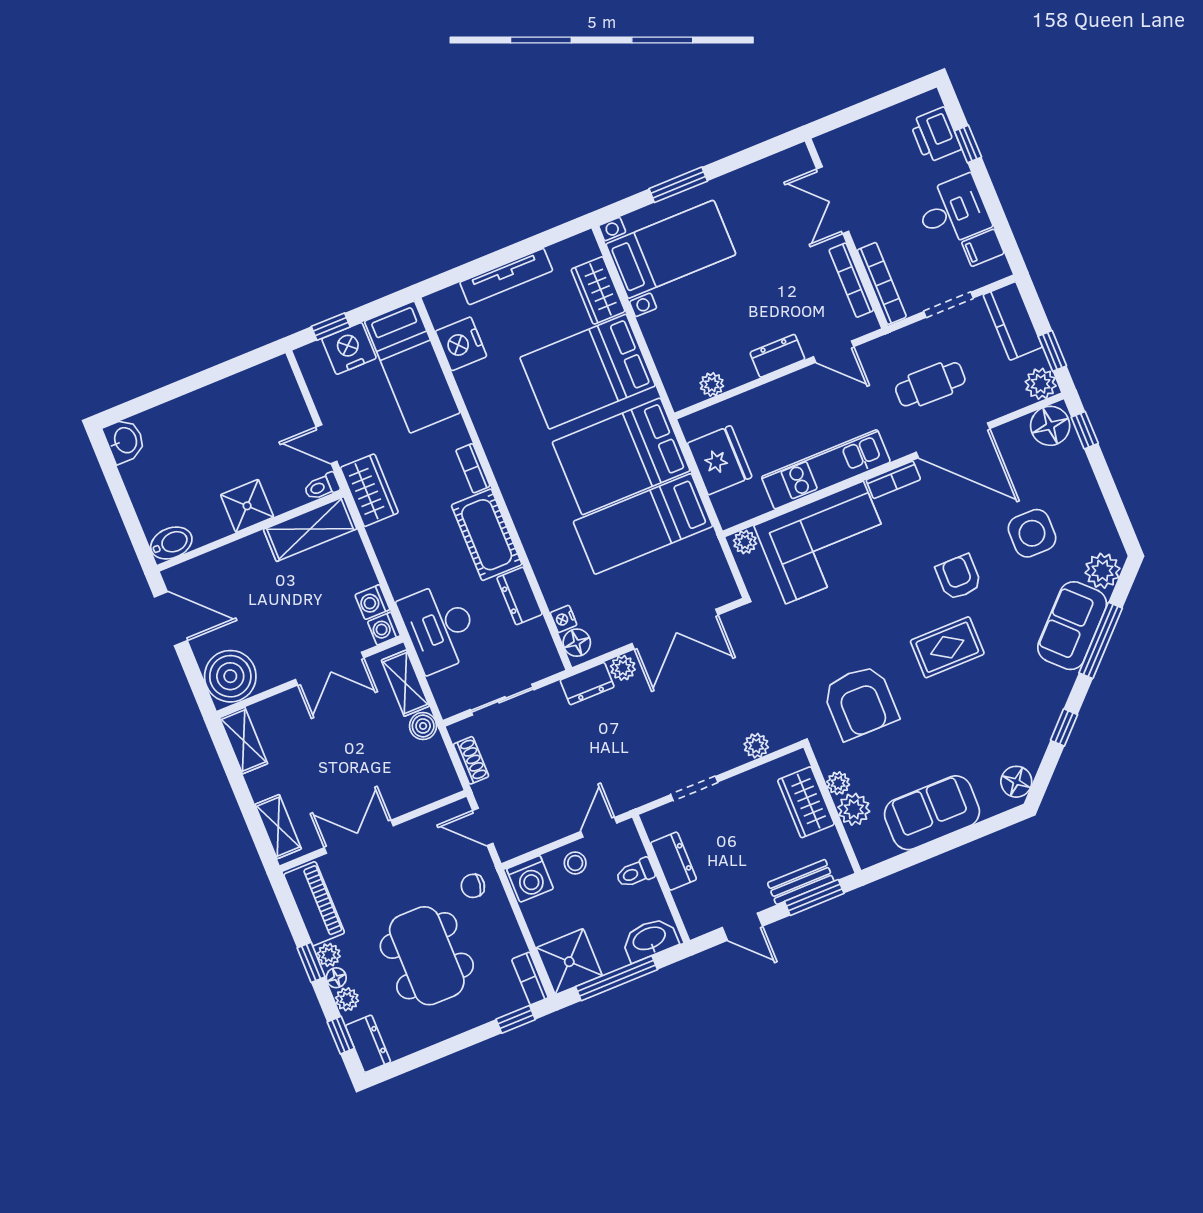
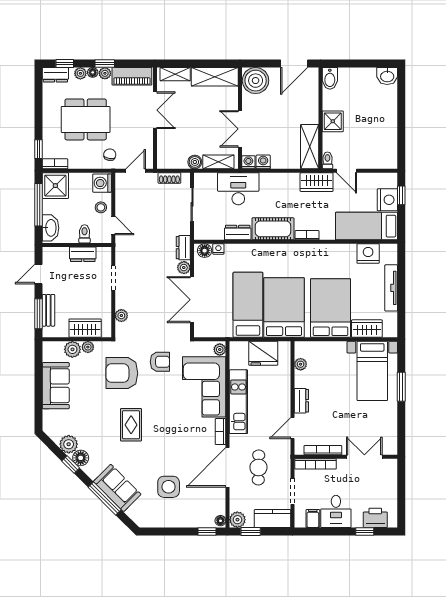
floor lamp: (1050, 426) -> (220, 521), width x0.53, depth x0.53
door: (327, 444) -> (347, 171), swing flipped
plant: (1102, 571) -> (69, 444), moved
armchair: (959, 577) -> (160, 362), moved
shelving: (244, 741) -> (215, 77), width x1.50, depth x1.33
floor lamp: (1016, 782) -> (81, 458), moved

